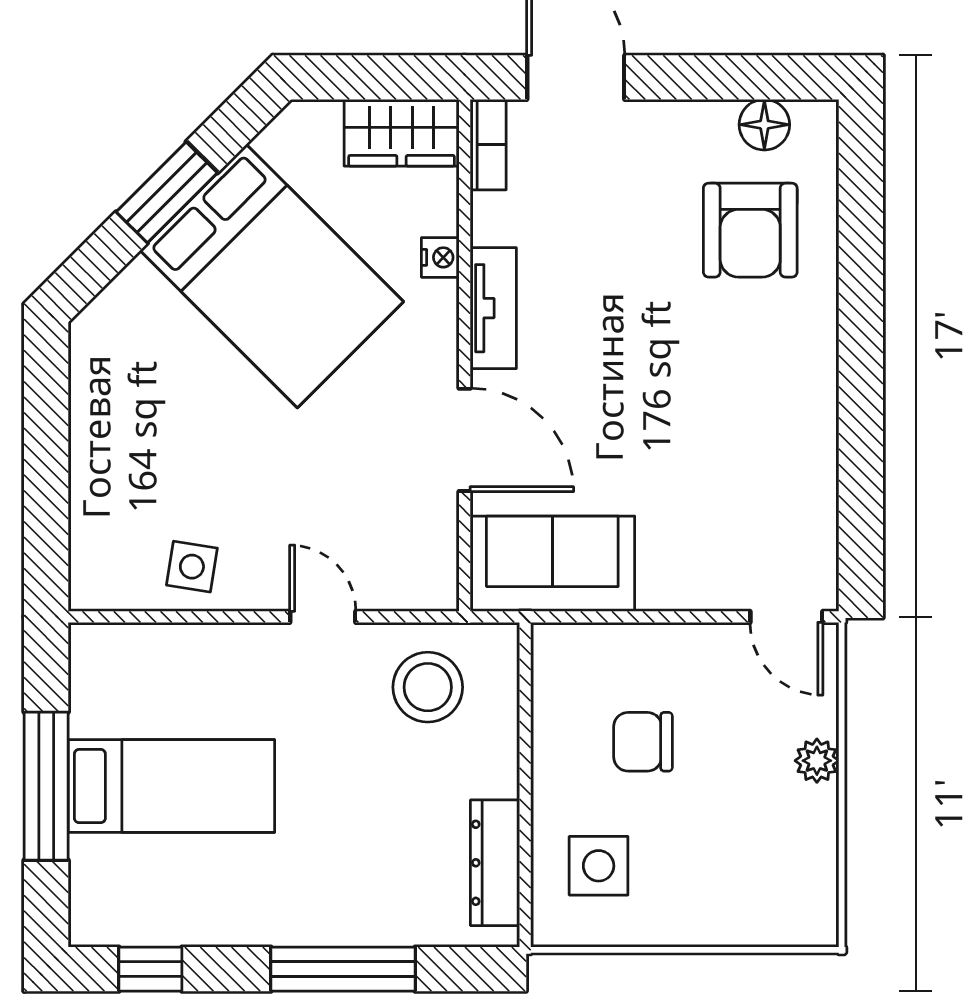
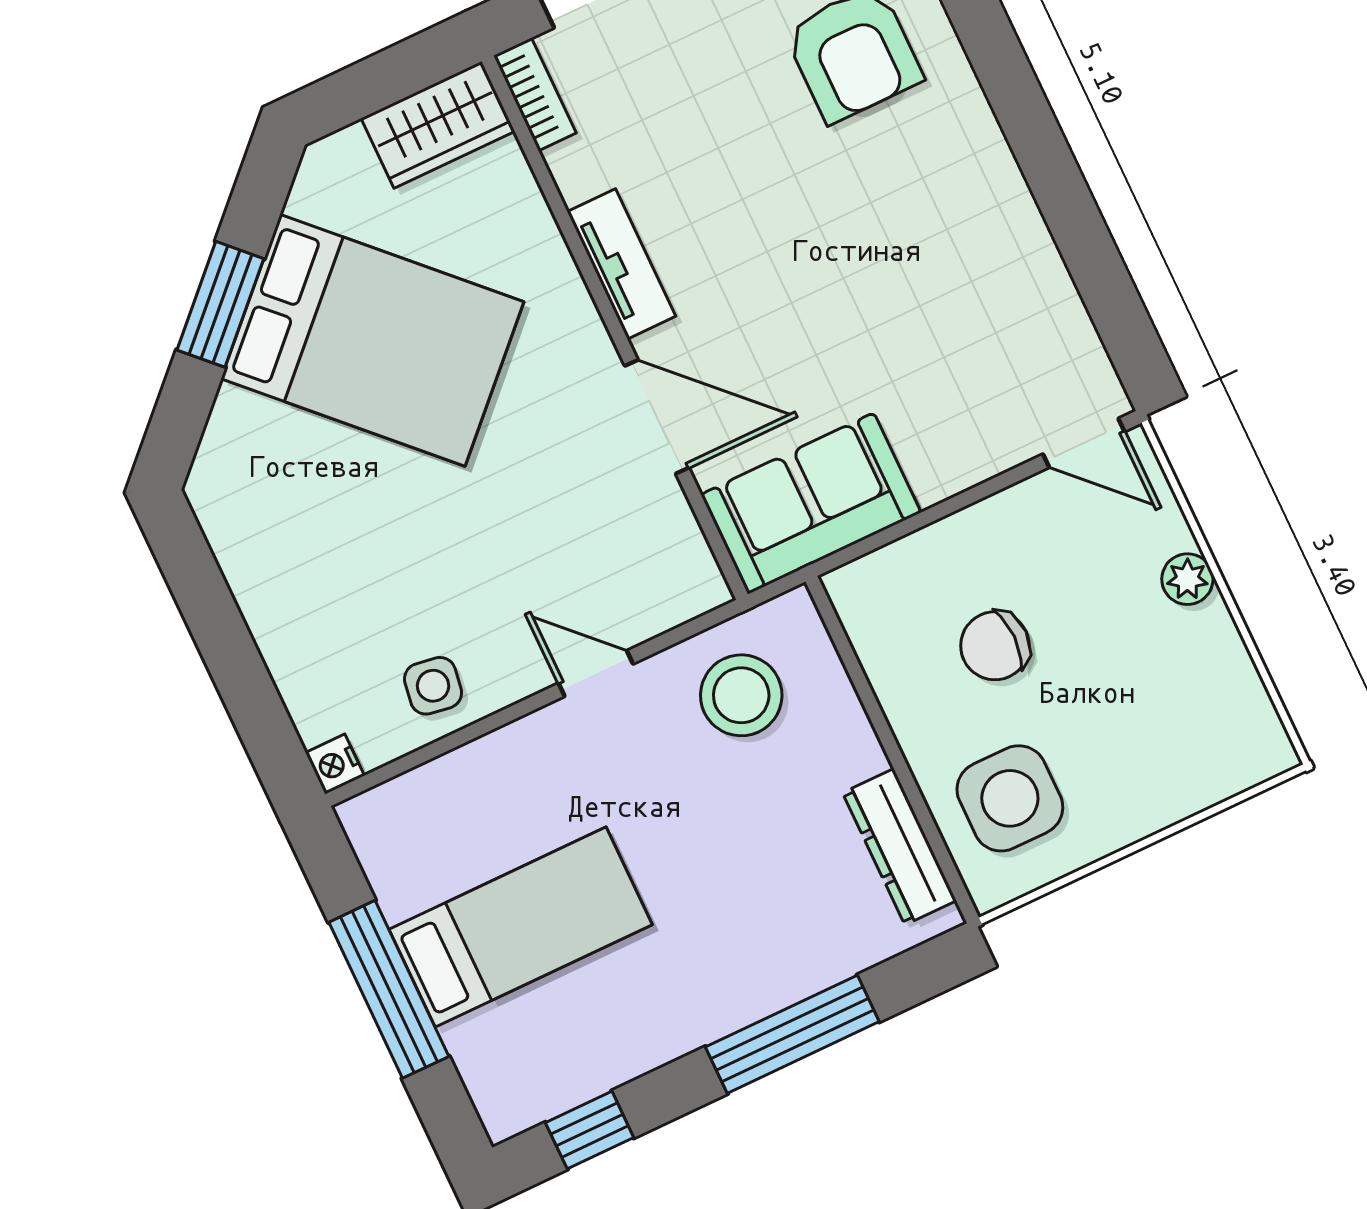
nightstand: (440, 257) -> (335, 764), moved, turned 180
side table: (599, 866) -> (1010, 798), width x1.37, depth x1.37

